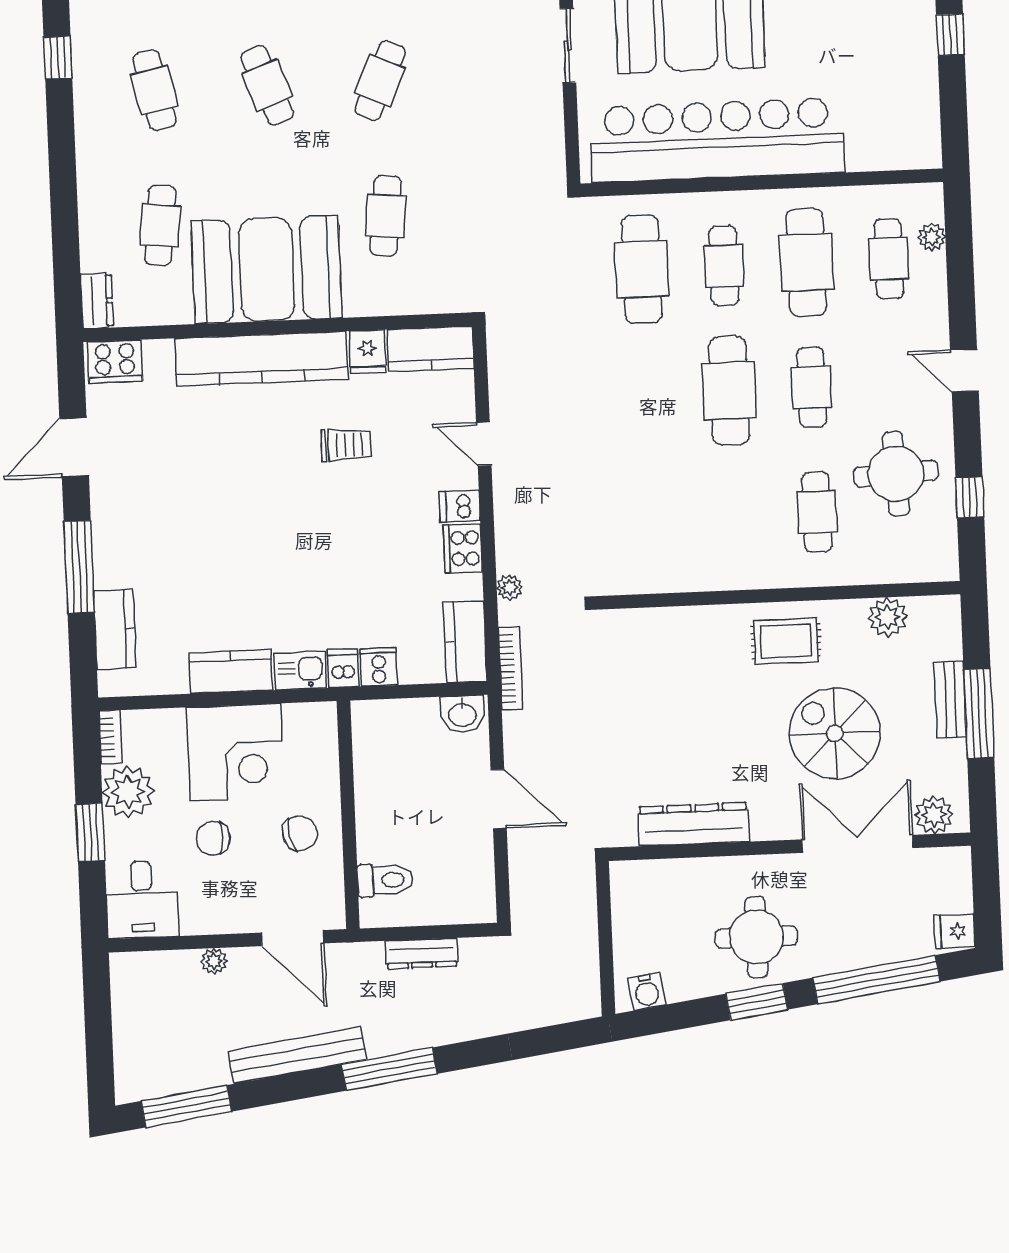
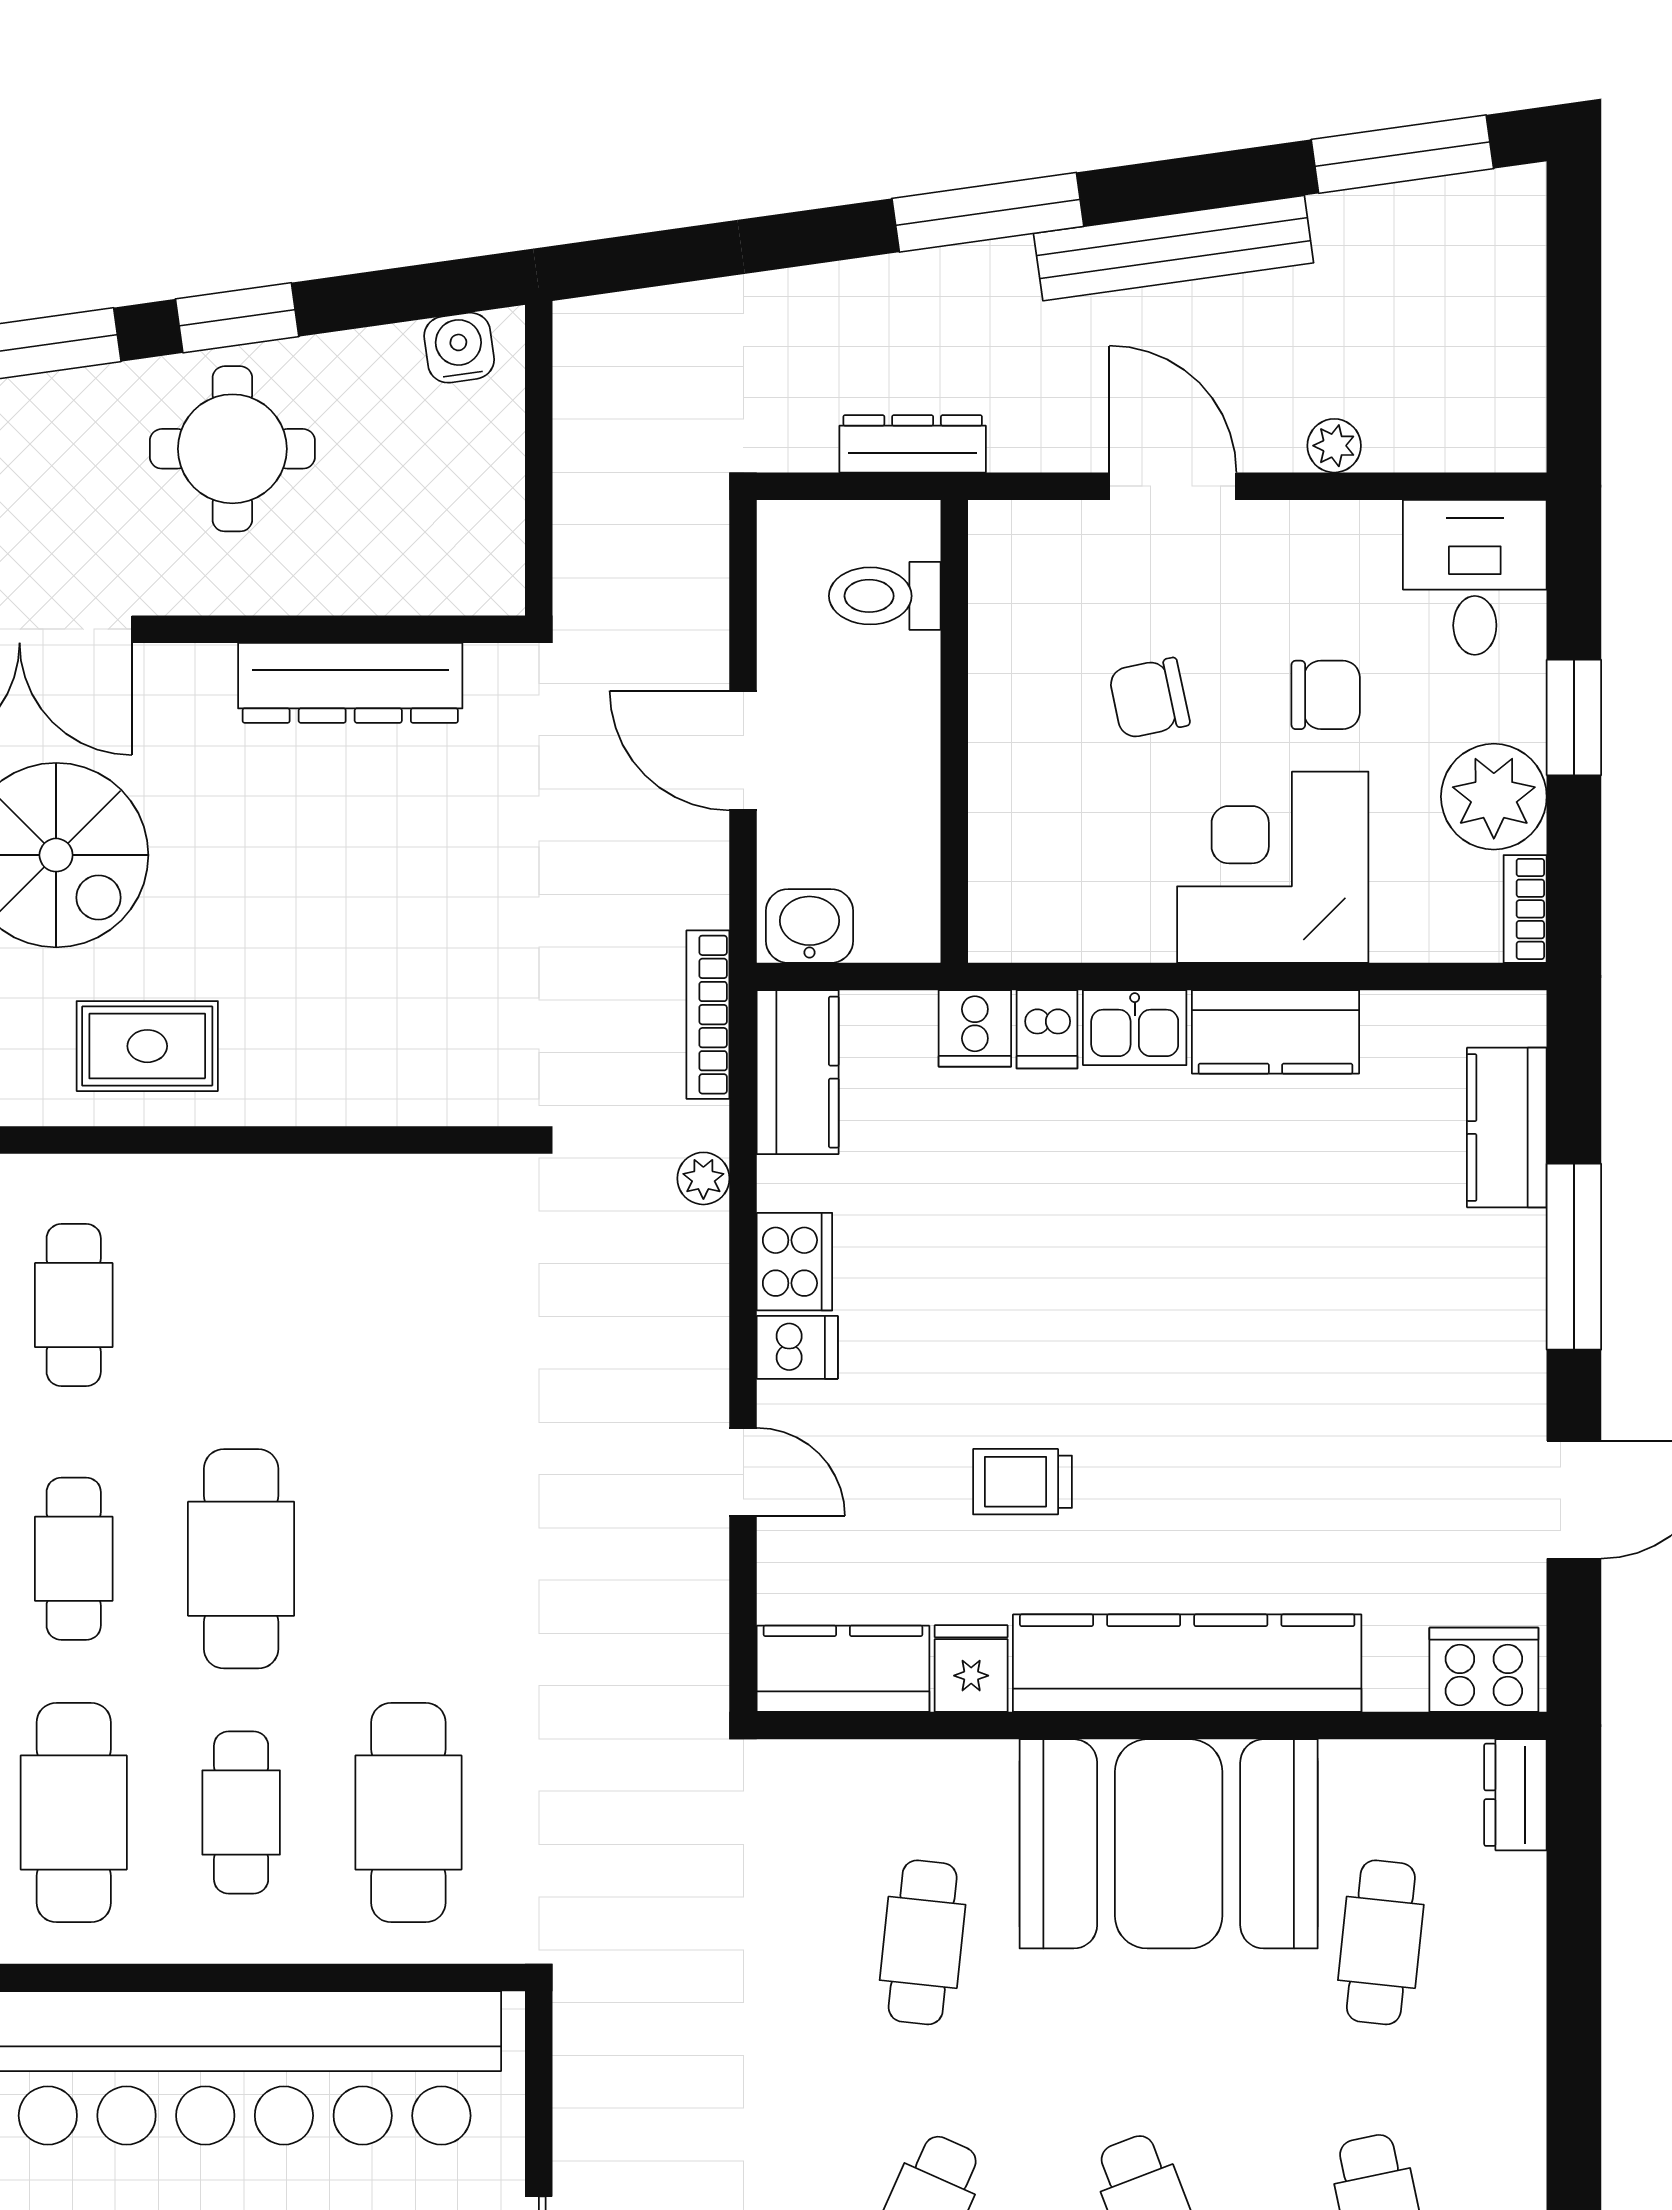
wall: (348, 815) -> (954, 731), moved
toilet: (385, 880) -> (885, 596), moved

